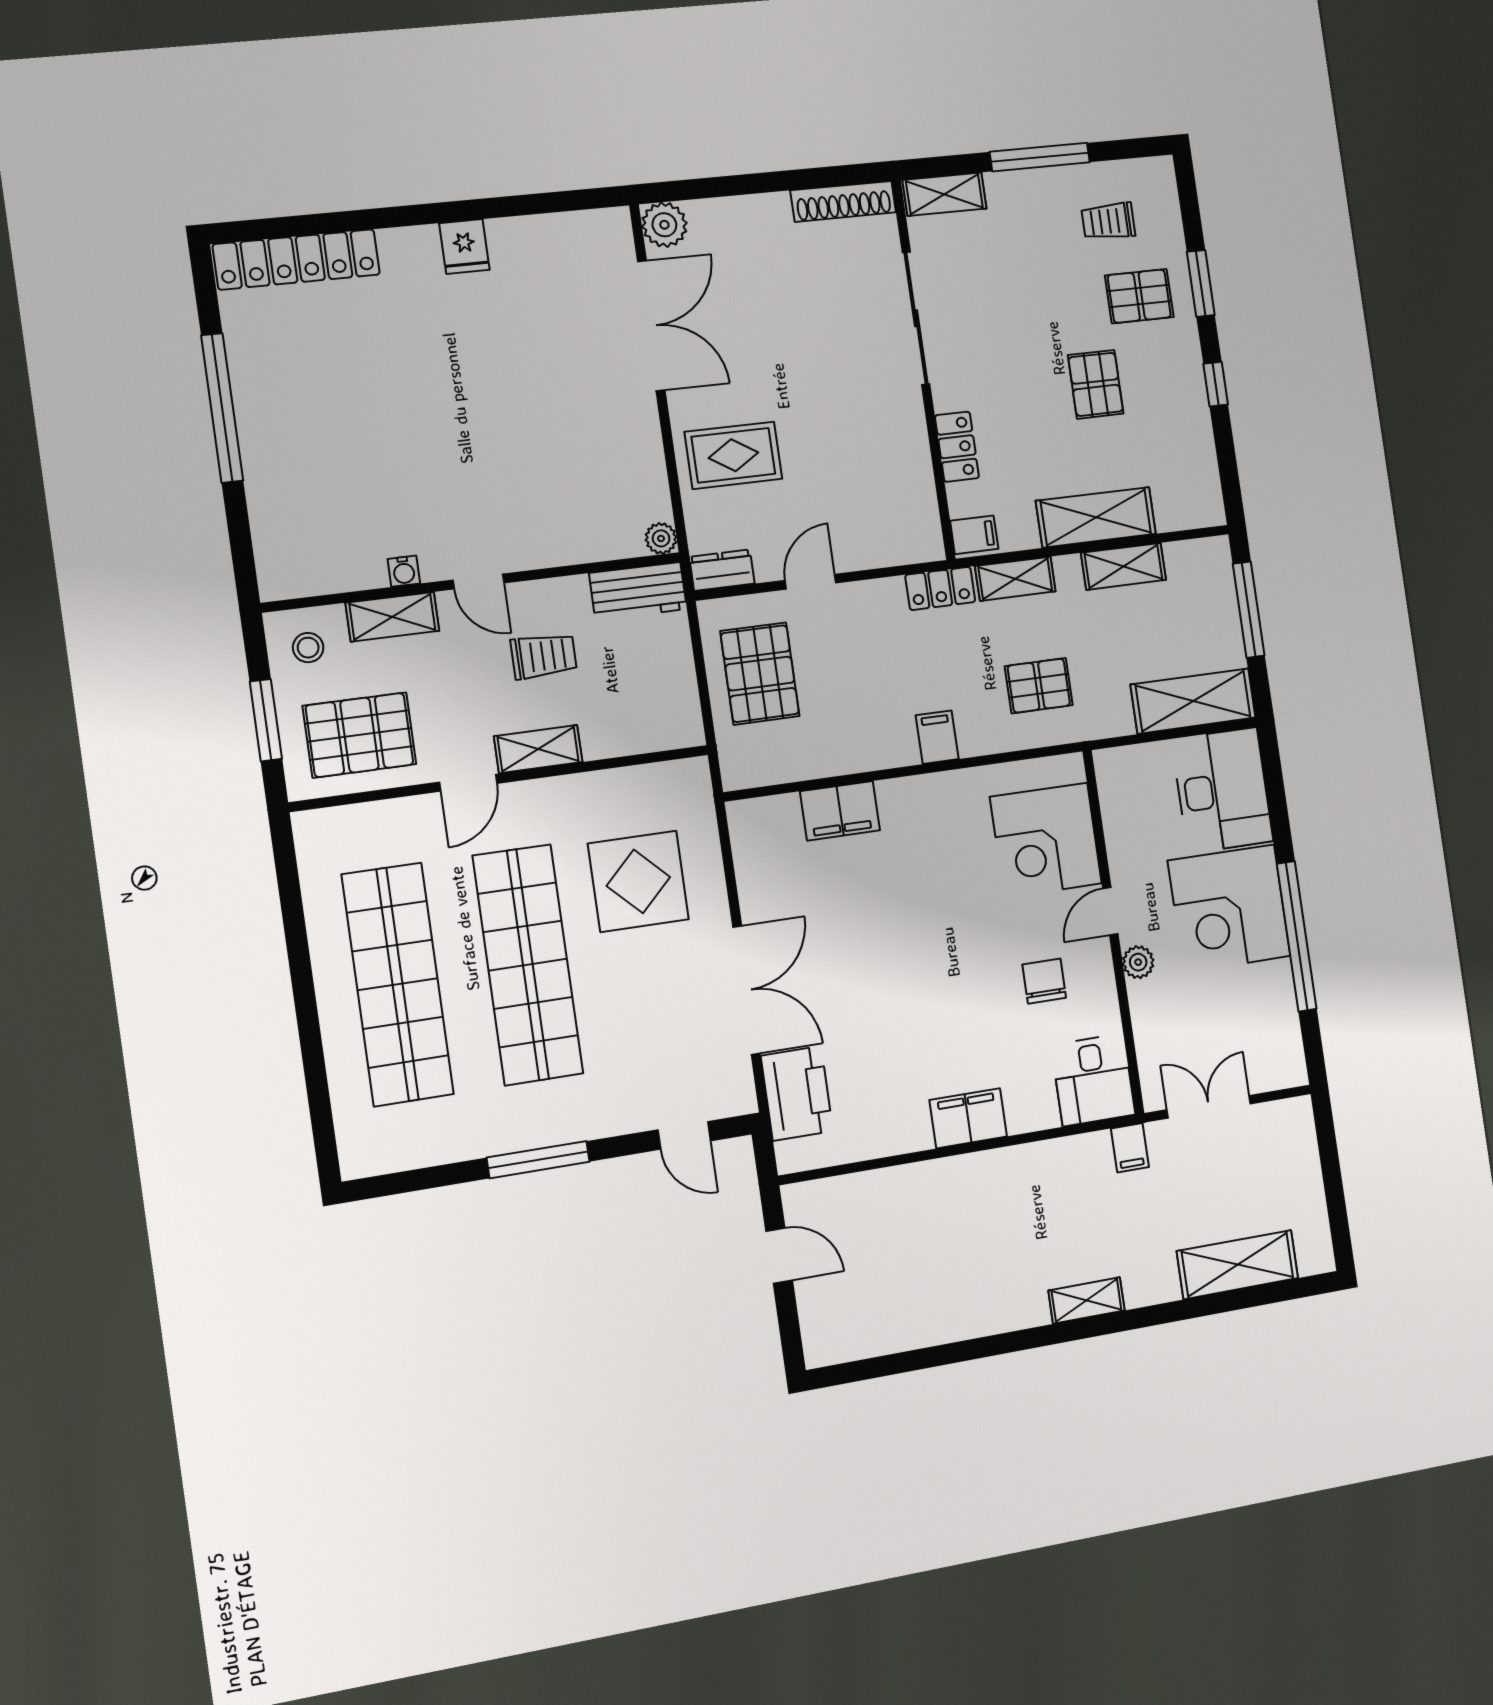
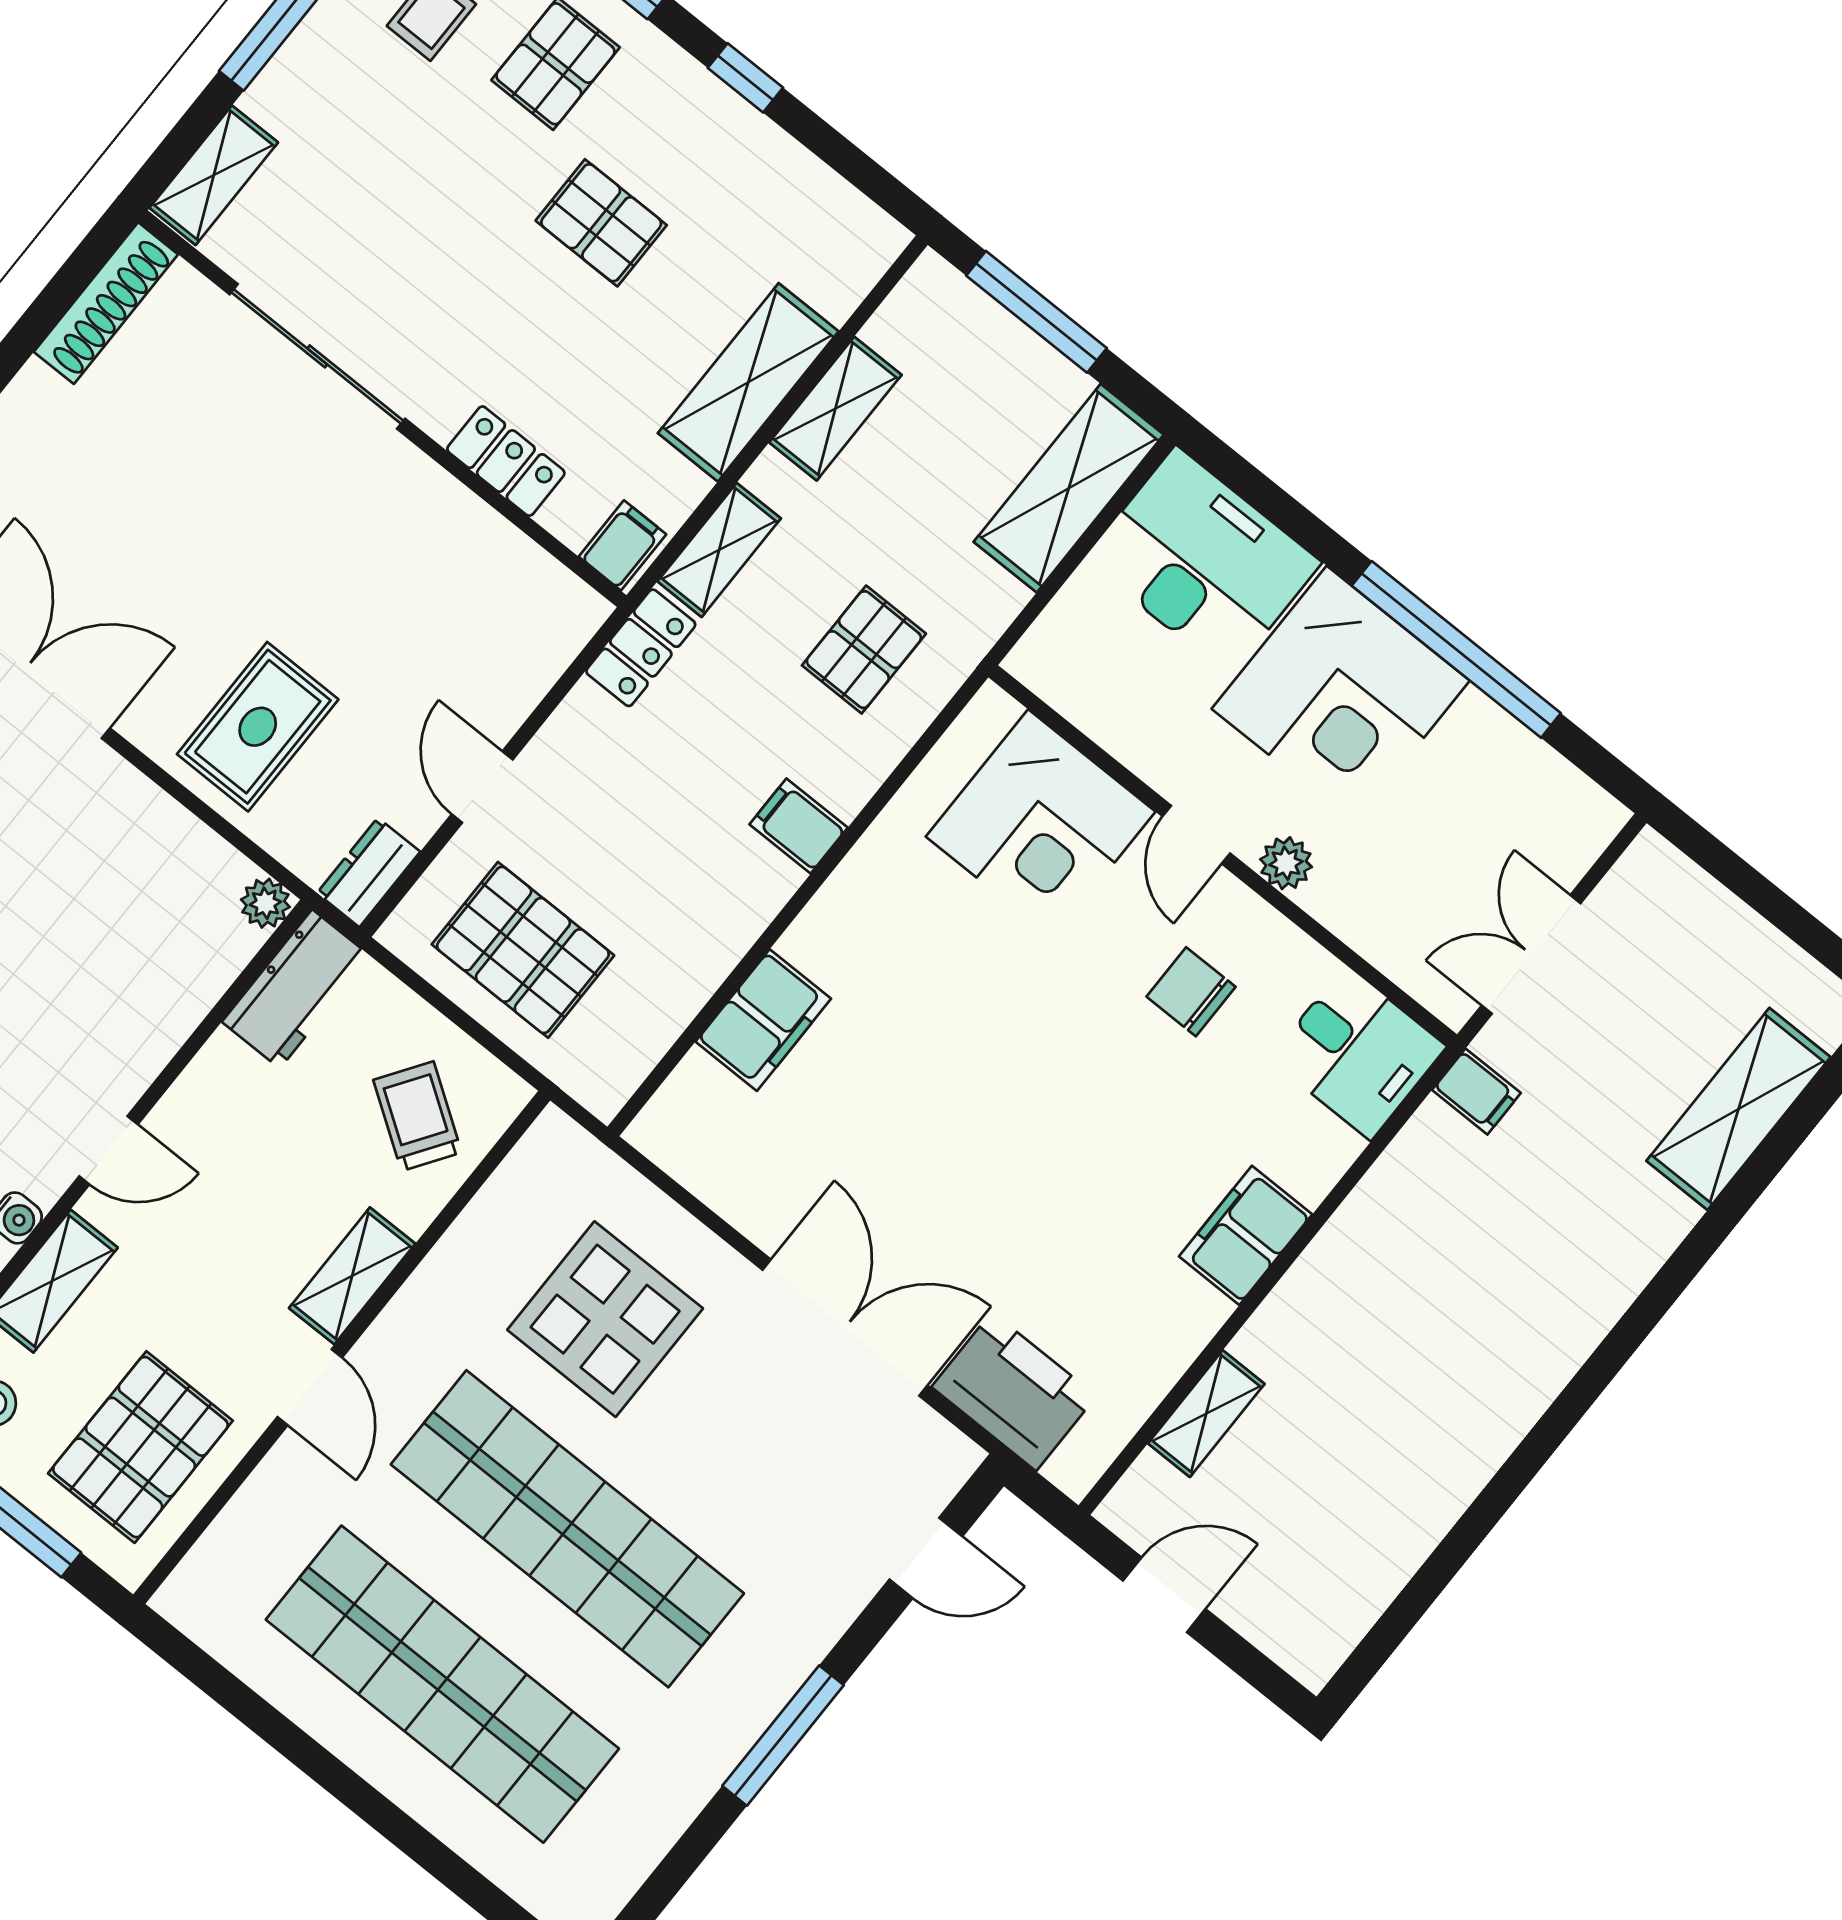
trolley: (544, 656) -> (418, 1116), moved, turned -56
shelving: (1087, 1301) -> (1206, 1414), moved

